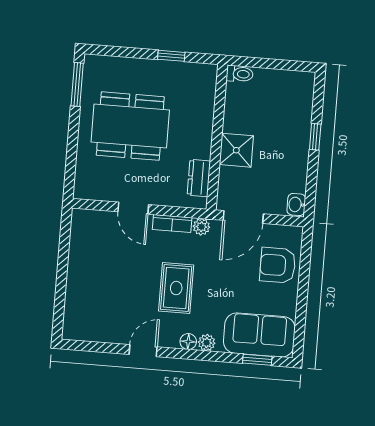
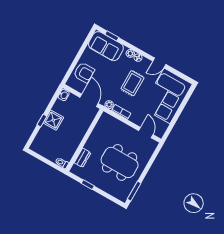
shower: (236, 150) -> (53, 120), moved
dresser: (199, 178) -> (83, 158), moved
door: (133, 208) -> (146, 133), moved
door: (243, 217) -> (89, 100), hinge flipped
corner sofa: (99, 294) -> (167, 96), added

